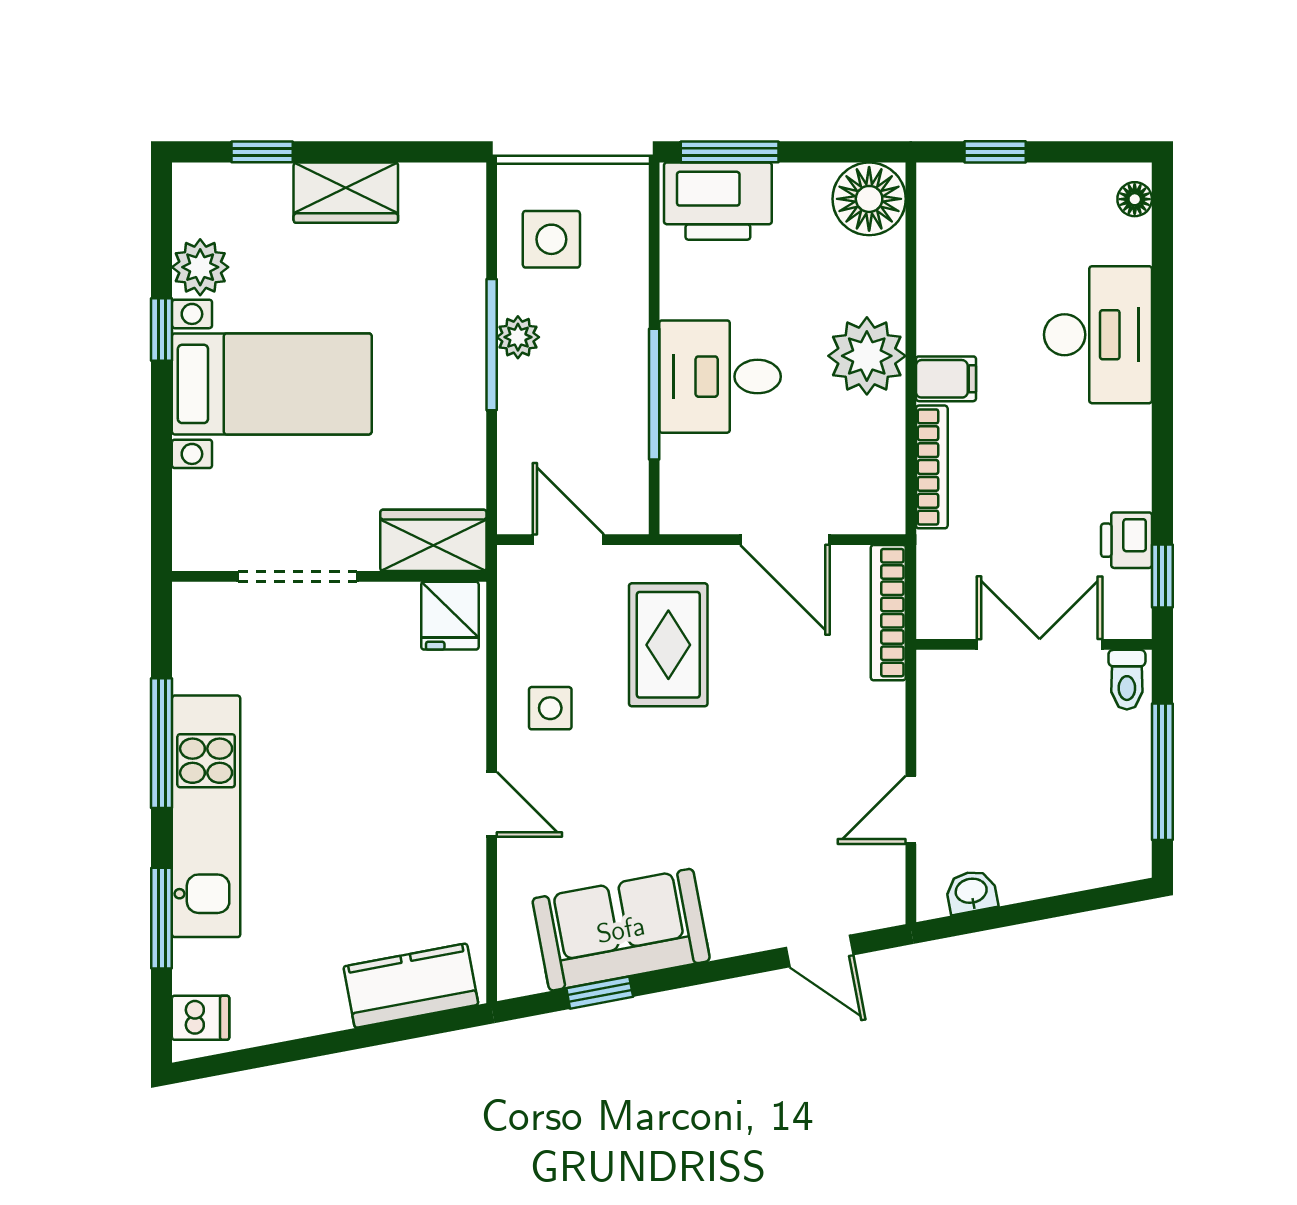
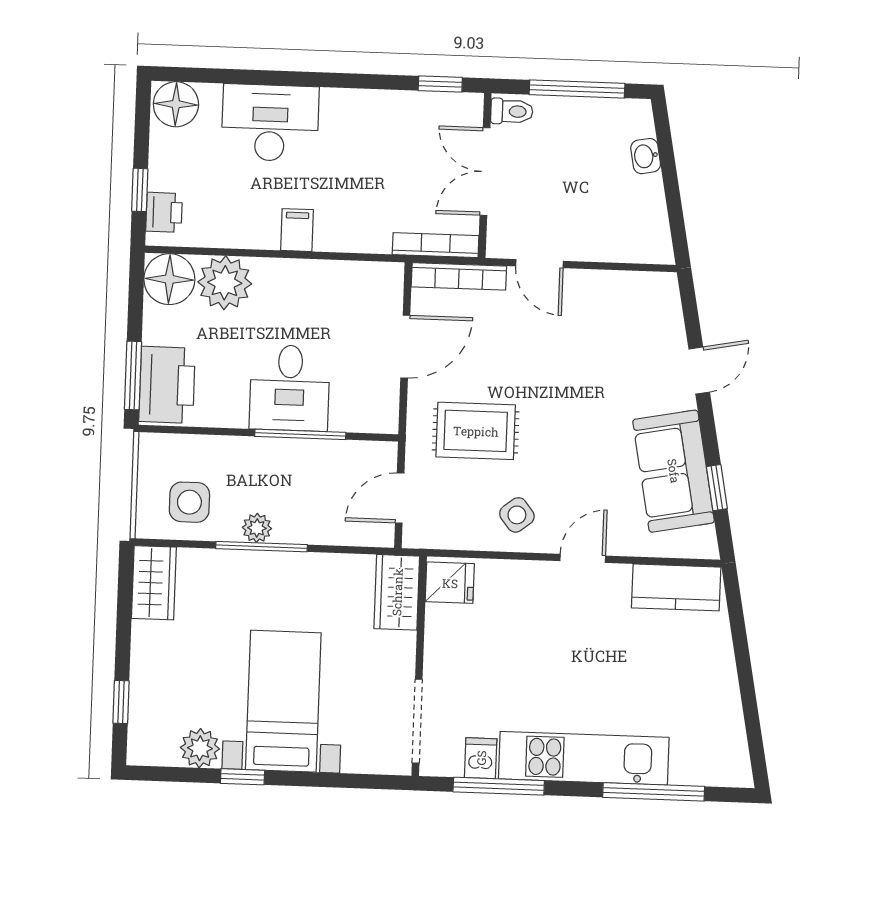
wardrobe: (346, 193) -> (154, 583), moved
floor lamp: (1135, 199) -> (176, 104), width x1.89, depth x1.89
plant: (867, 356) -> (225, 283), moved
bookcase: (932, 467) -> (436, 245), moved
printer: (1127, 540) -> (164, 212), moved, turned -90
doorway: (297, 576) -> (417, 721), moved
side table: (550, 708) -> (517, 515), turned -38
window: (162, 743) -> (499, 786), moved
door: (911, 810) -> (539, 264), moved
washbasin: (971, 892) -> (646, 156), moved
window: (162, 918) -> (654, 792), width x1.44
door: (820, 951) -> (699, 371), moved
kitchen counter: (411, 986) -> (676, 587), moved, turned -79
dishwasher: (201, 1018) -> (481, 758), moved

